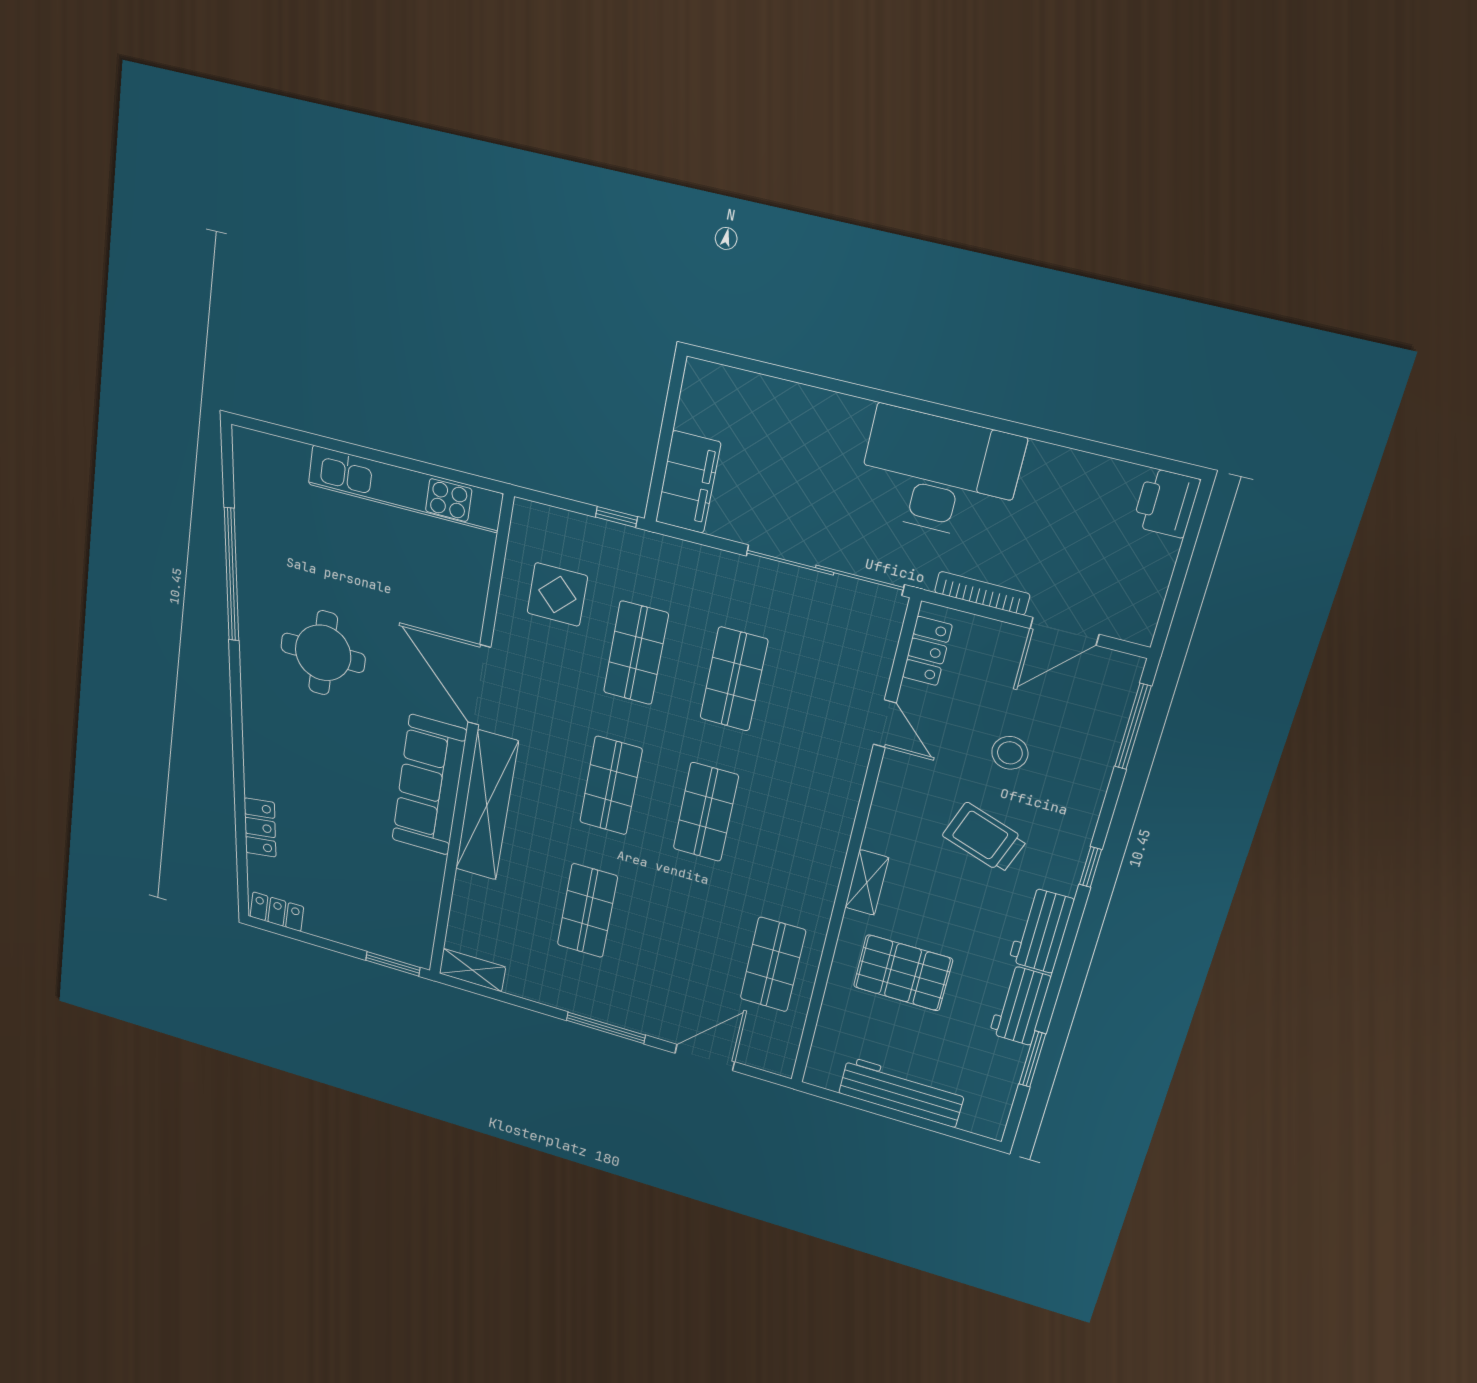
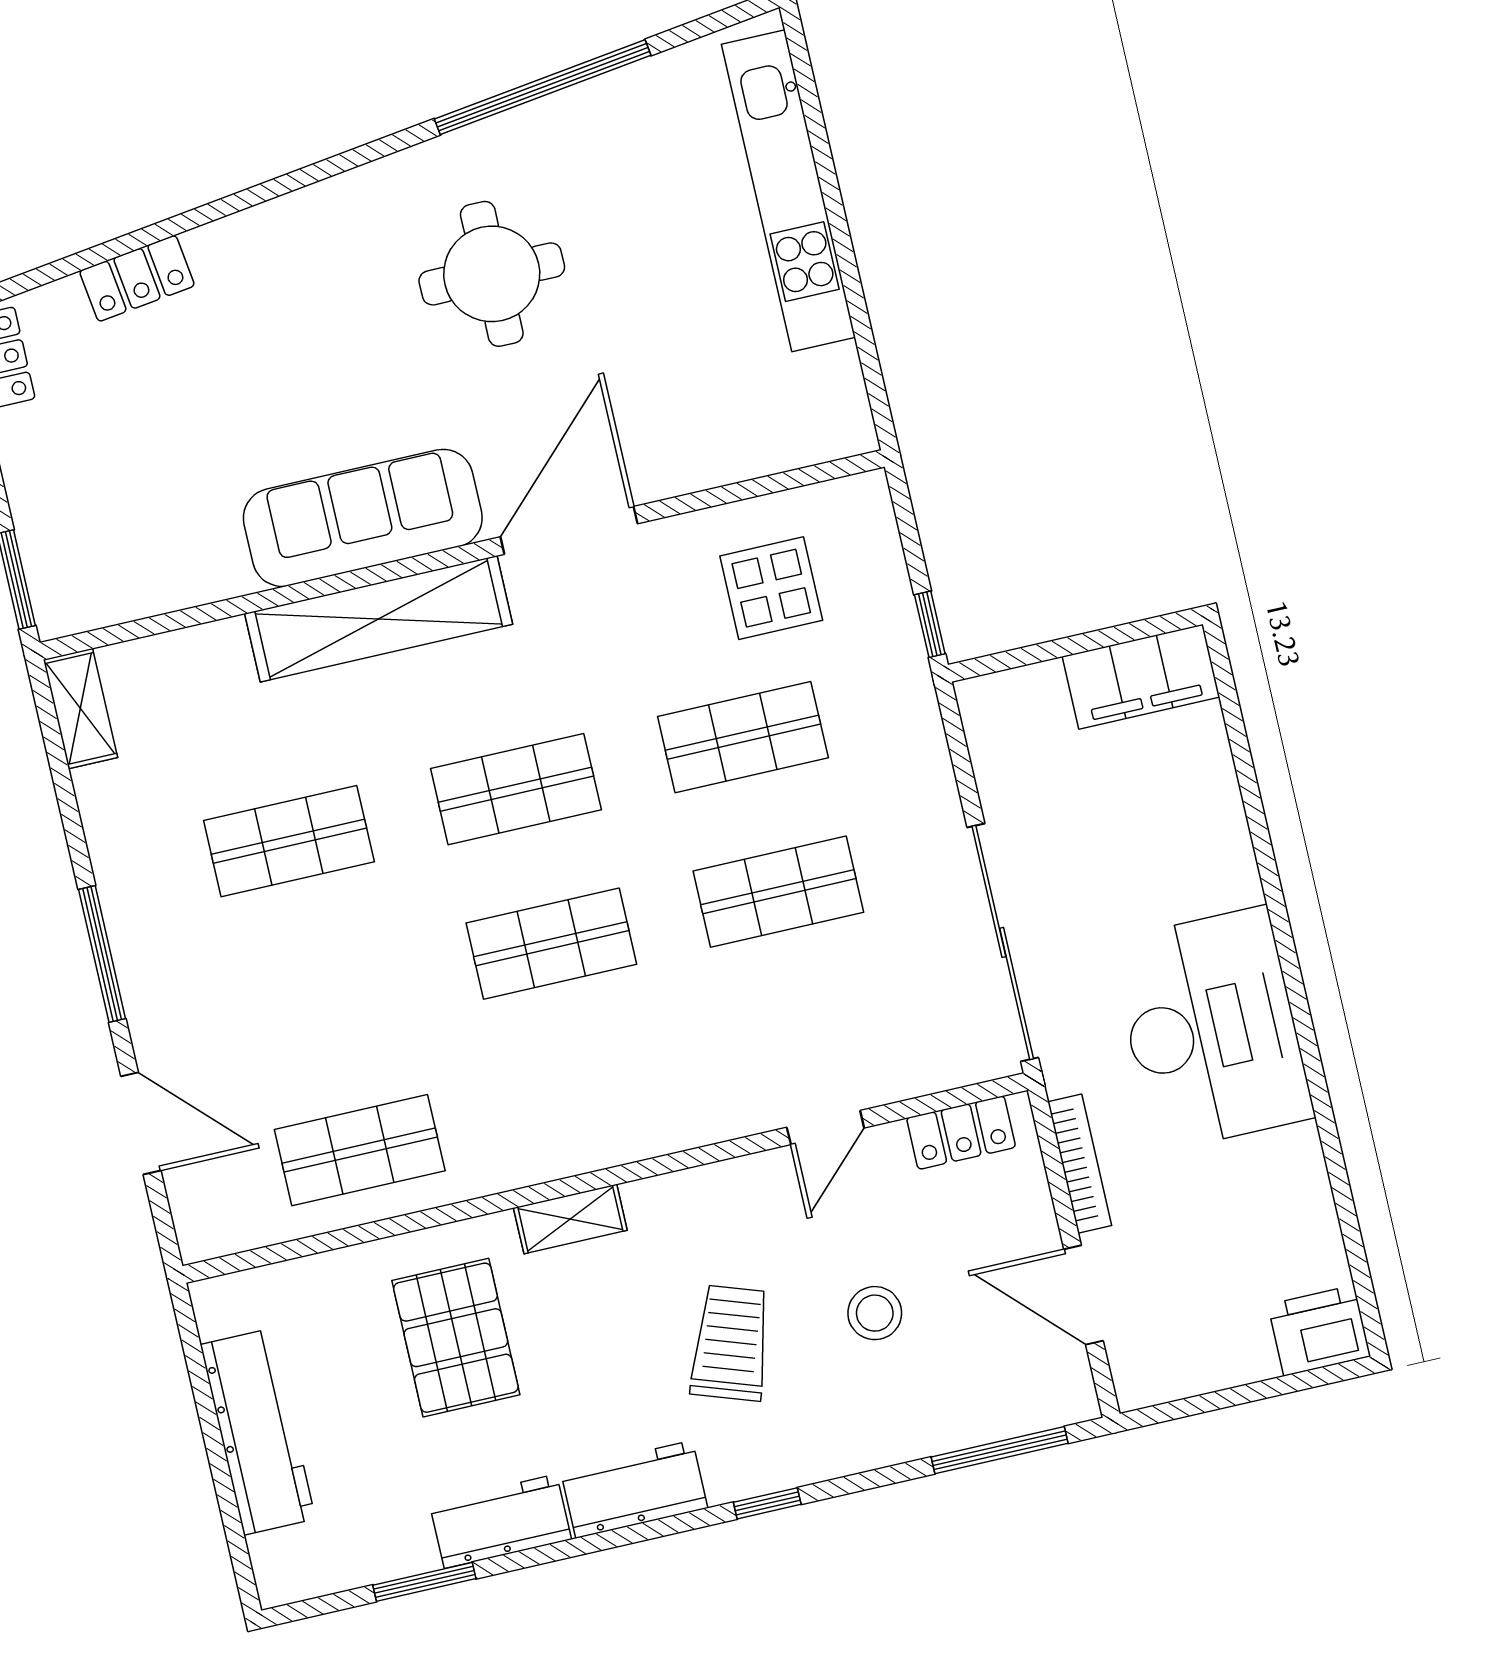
filing cabinet: (688, 482) -> (1141, 677), moved
kitchen unit: (405, 489) -> (788, 191), moved

